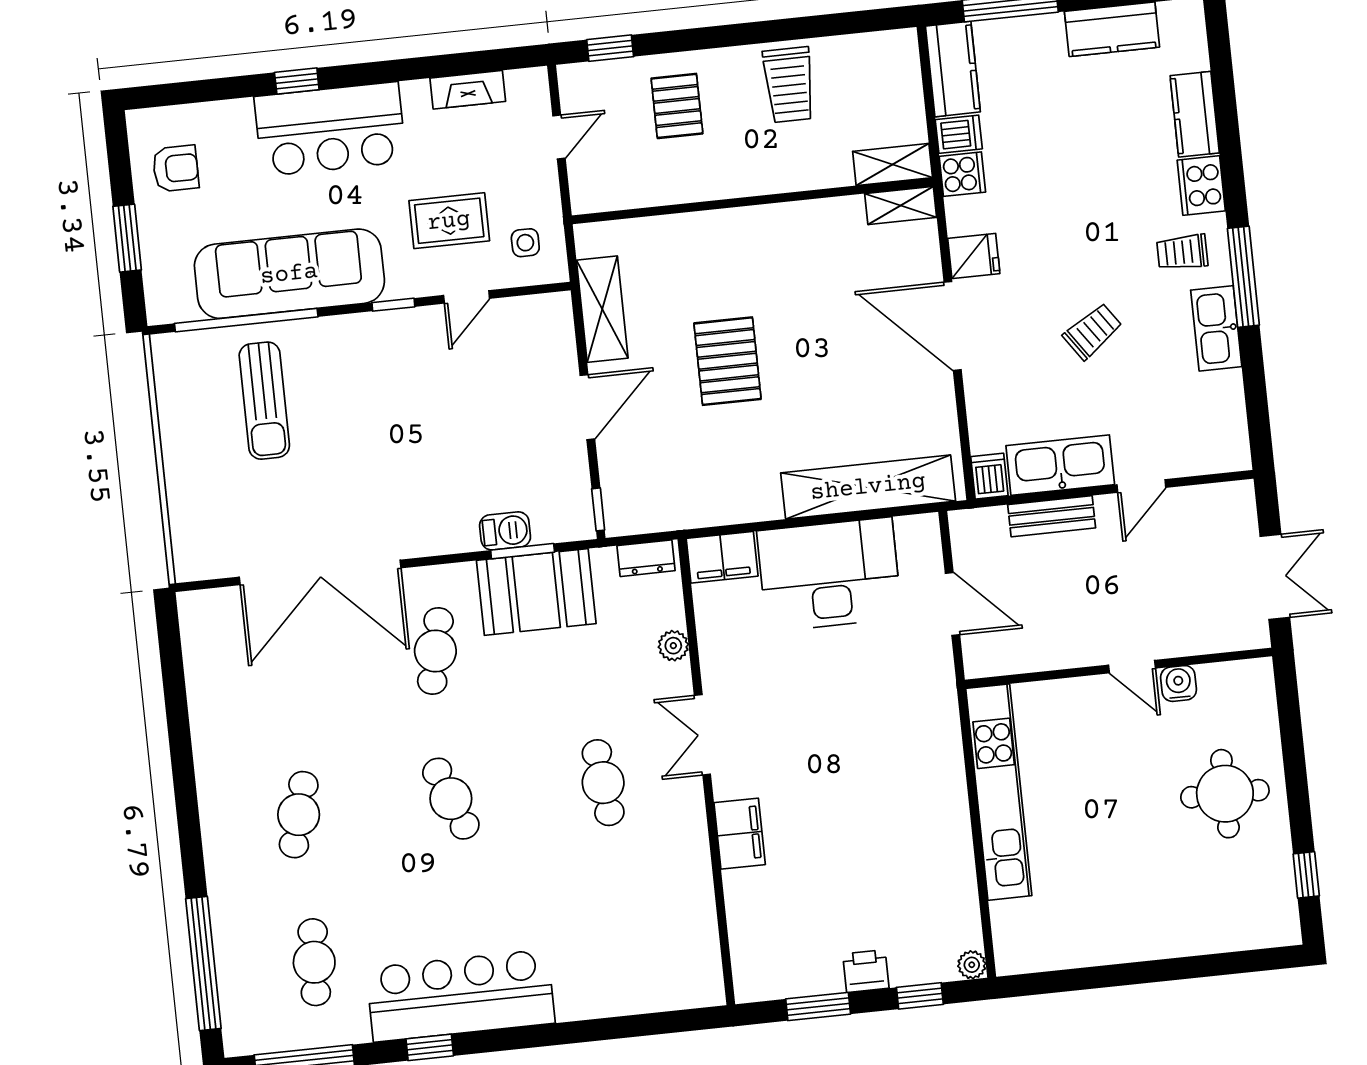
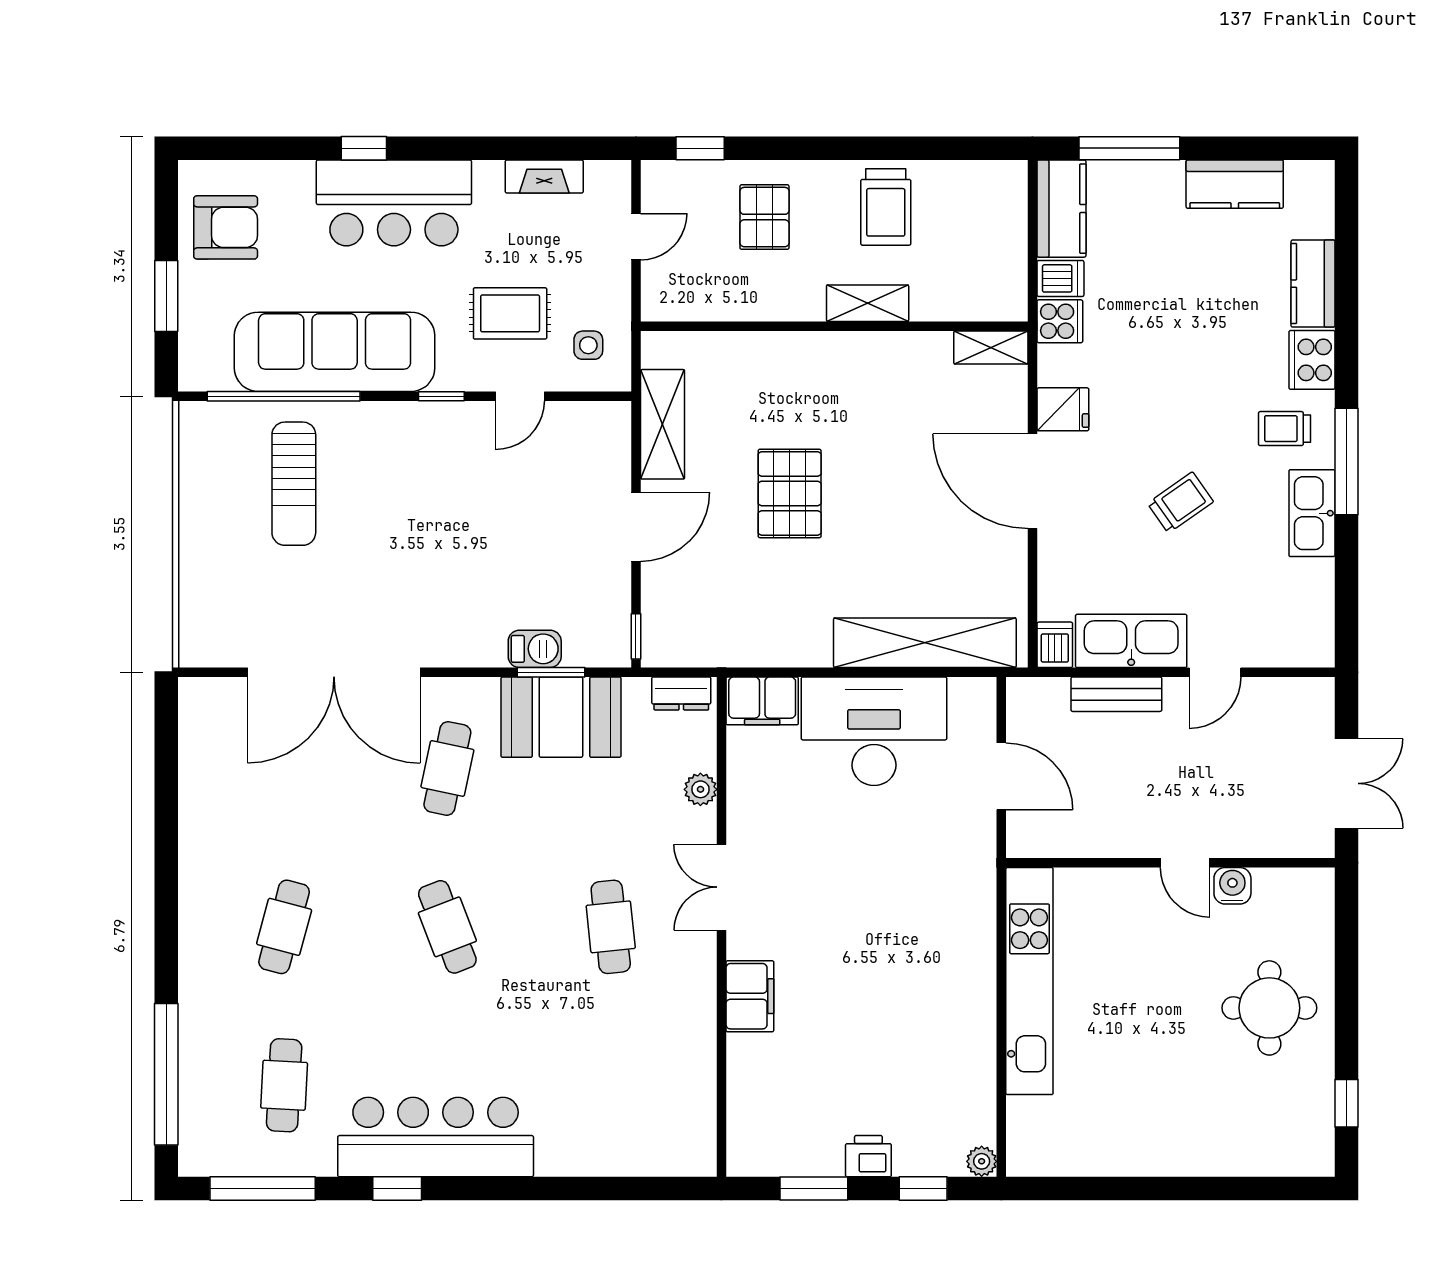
shelving: (893, 164) -> (868, 303), moved
armchair: (176, 168) -> (226, 227), width x1.38, depth x1.38

